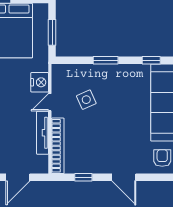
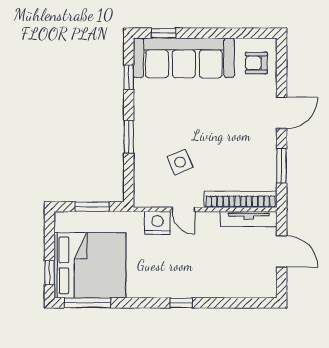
tv unit: (43, 133) -> (249, 219), moved
window: (83, 177) -> (282, 166), width x1.50

